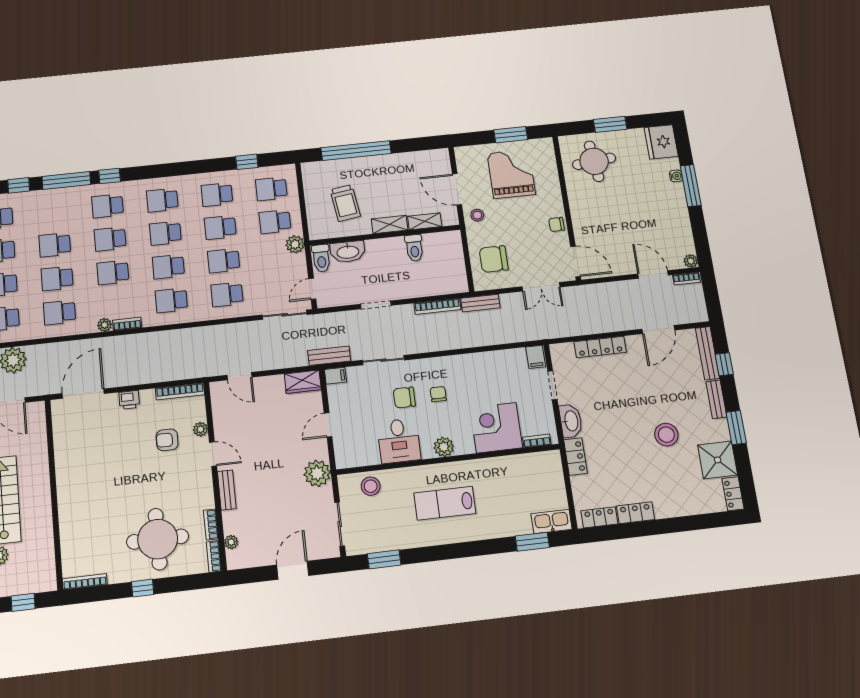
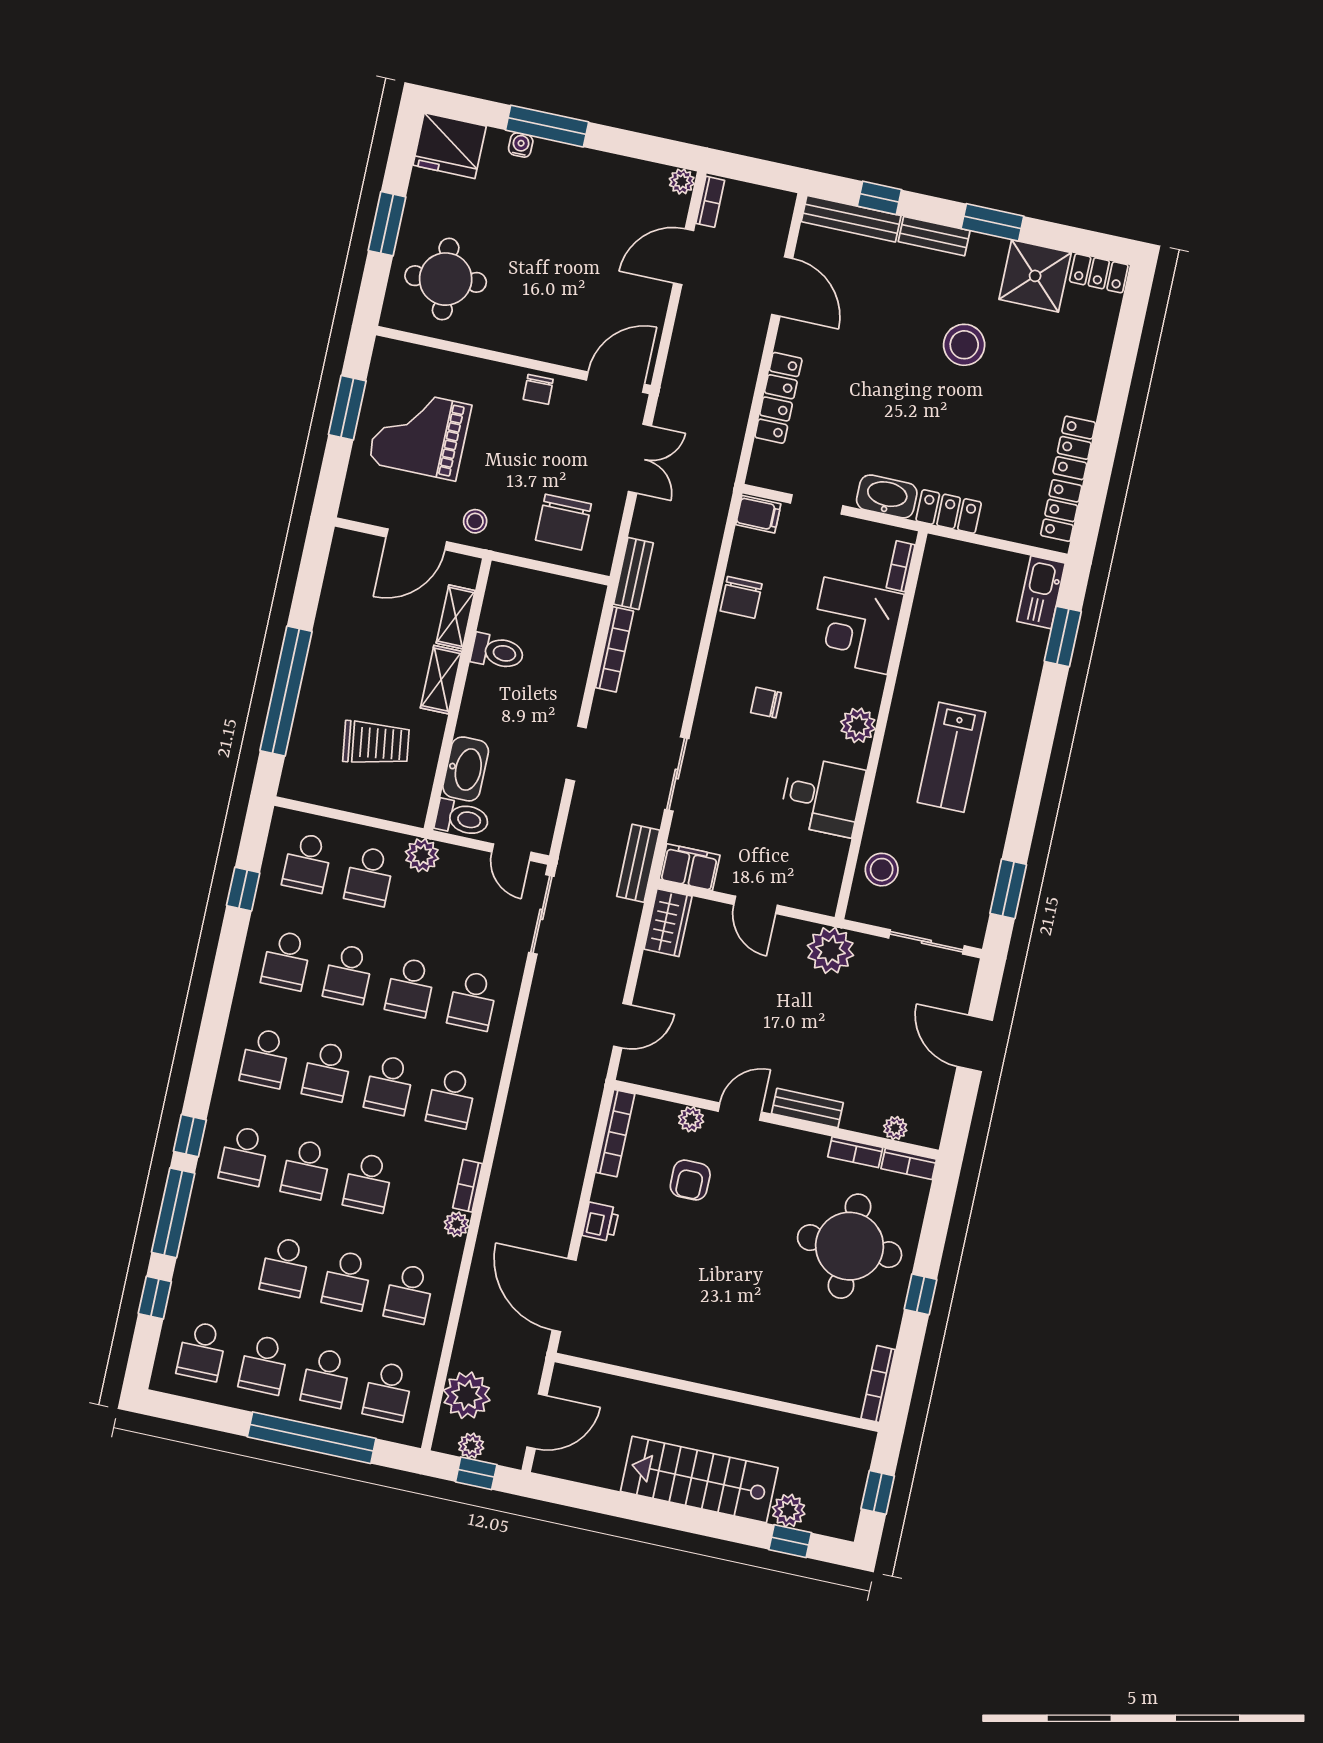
filing cabinet: (335, 376) -> (690, 867), width x2.00
chair: (404, 397) -> (741, 597), moved

